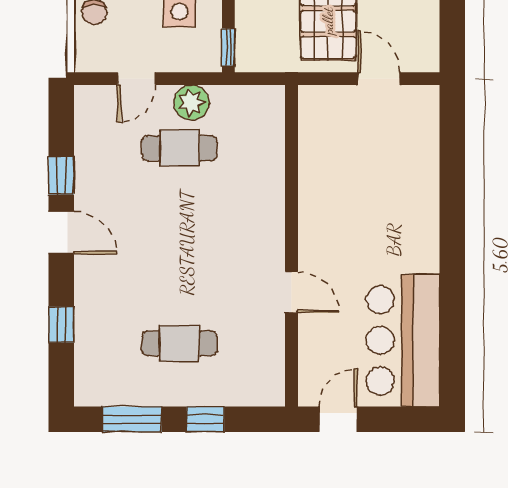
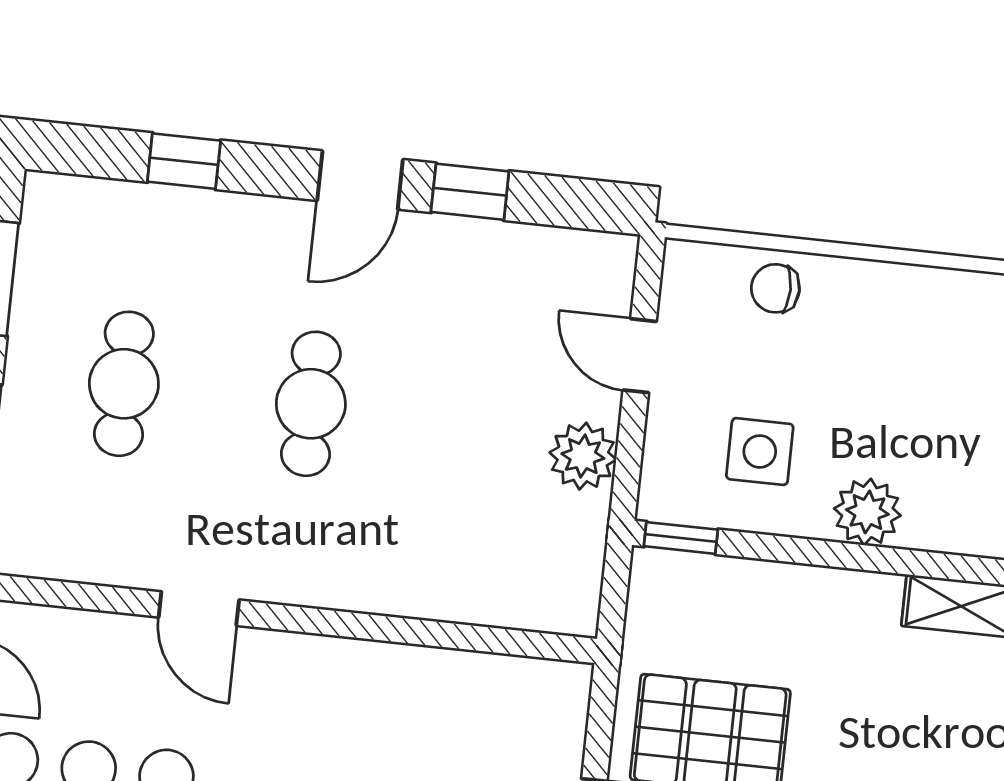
cafe table: (180, 148) -> (311, 404), moved
door: (291, 292) -> (199, 609), hinge flipped

